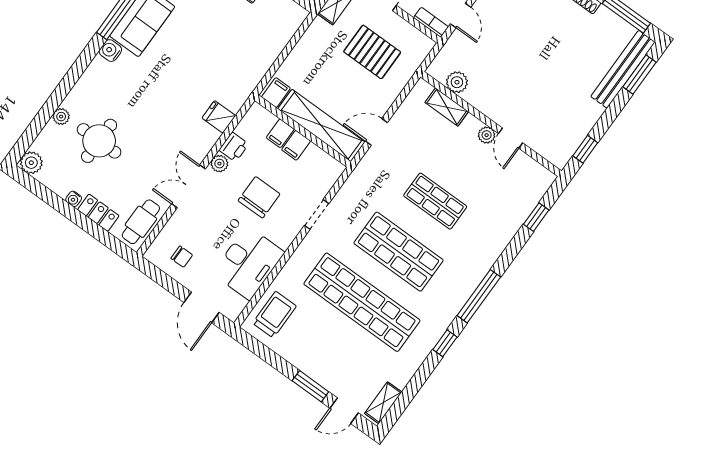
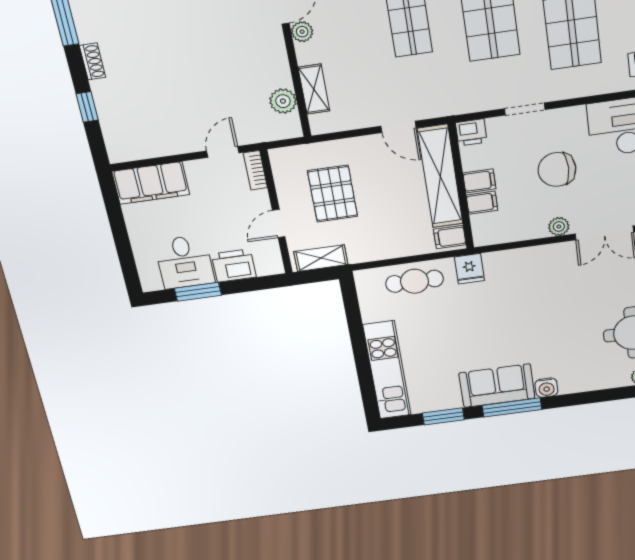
cafe table: (267, 43) -> (415, 281), added
fridge: (219, 117) -> (469, 269), moved
printer: (234, 147) -> (471, 132), moved, turned 180

